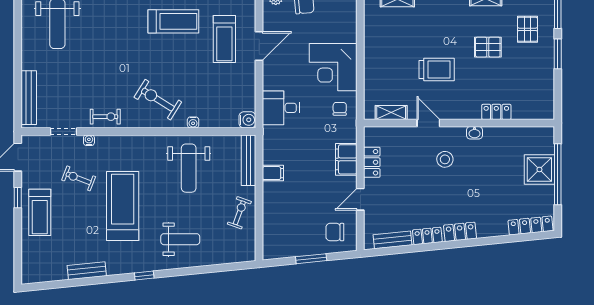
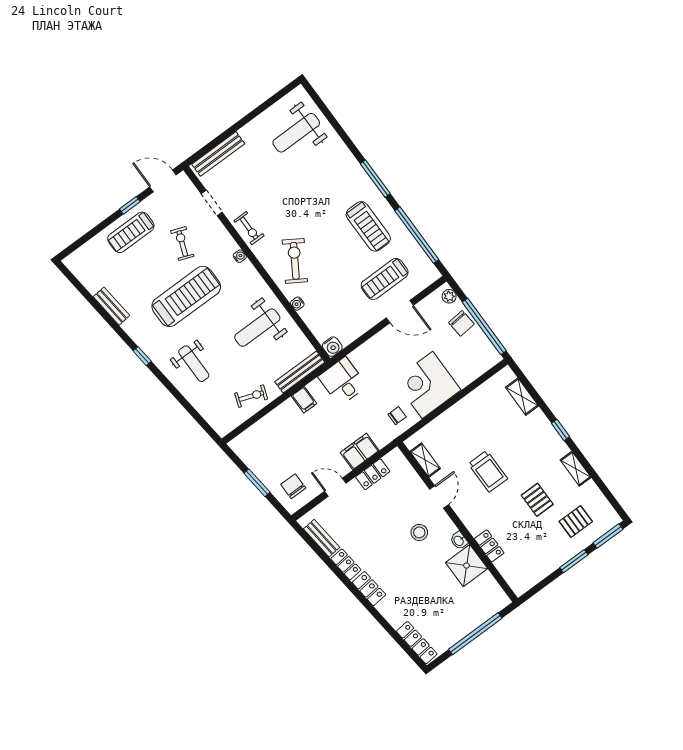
desk: (281, 108) -> (343, 381), moved
water cooler: (89, 140) -> (240, 256), moved
shower: (539, 169) -> (467, 566), moved

